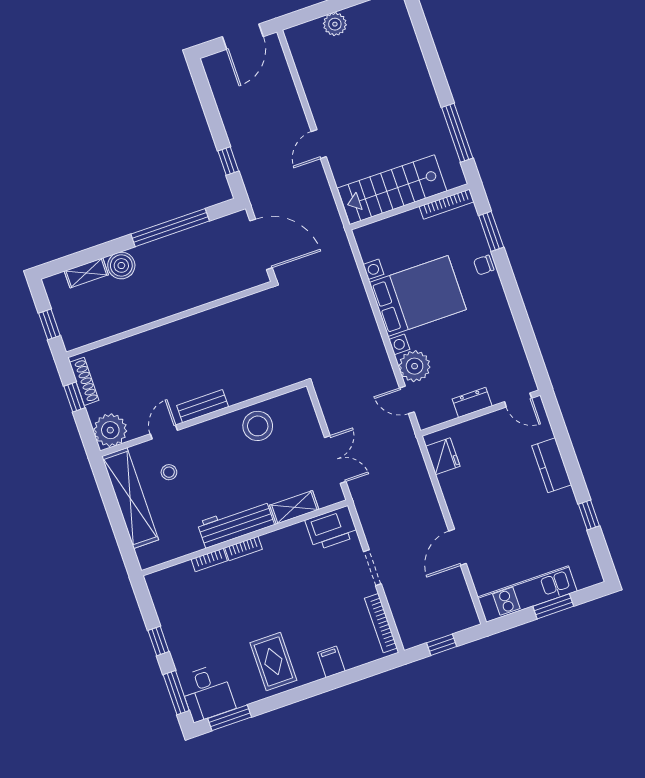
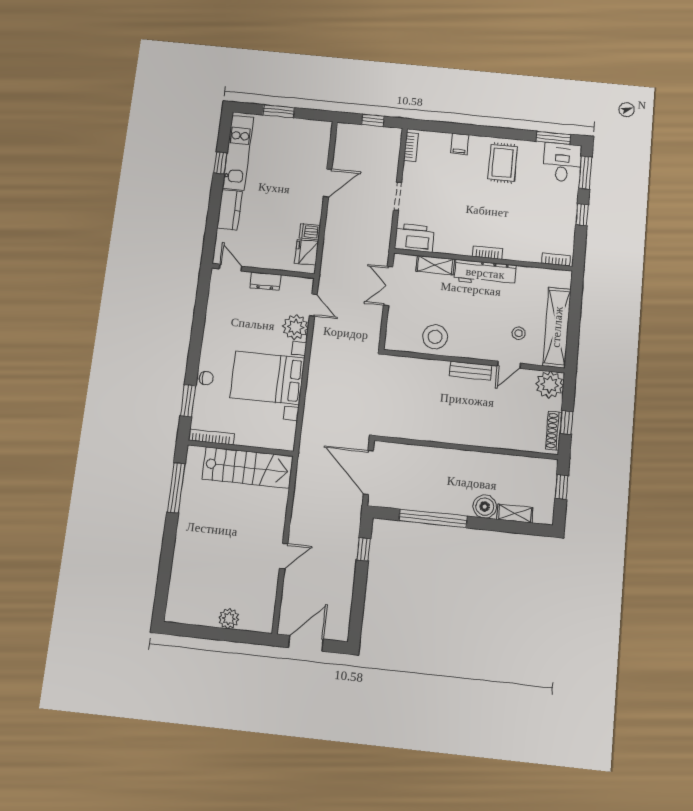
door: (319, 144) -> (284, 556), moved
dishwasher: (451, 482) -> (310, 232), added
bookcase: (209, 560) -> (556, 260), moved
kitchen unit: (527, 594) -> (238, 153), moved, turned -90
bookcase: (381, 623) -> (411, 147), width x0.64

